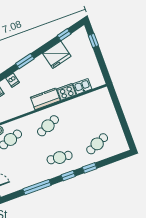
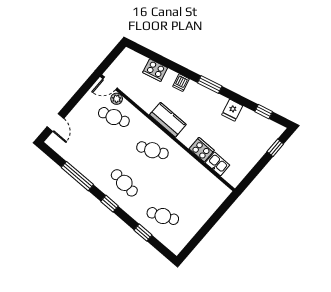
fridge: (57, 55) -> (232, 110), width x0.53, depth x0.75
kitchen counter: (45, 99) -> (168, 120), moved
window: (90, 168) -> (143, 233), moved

